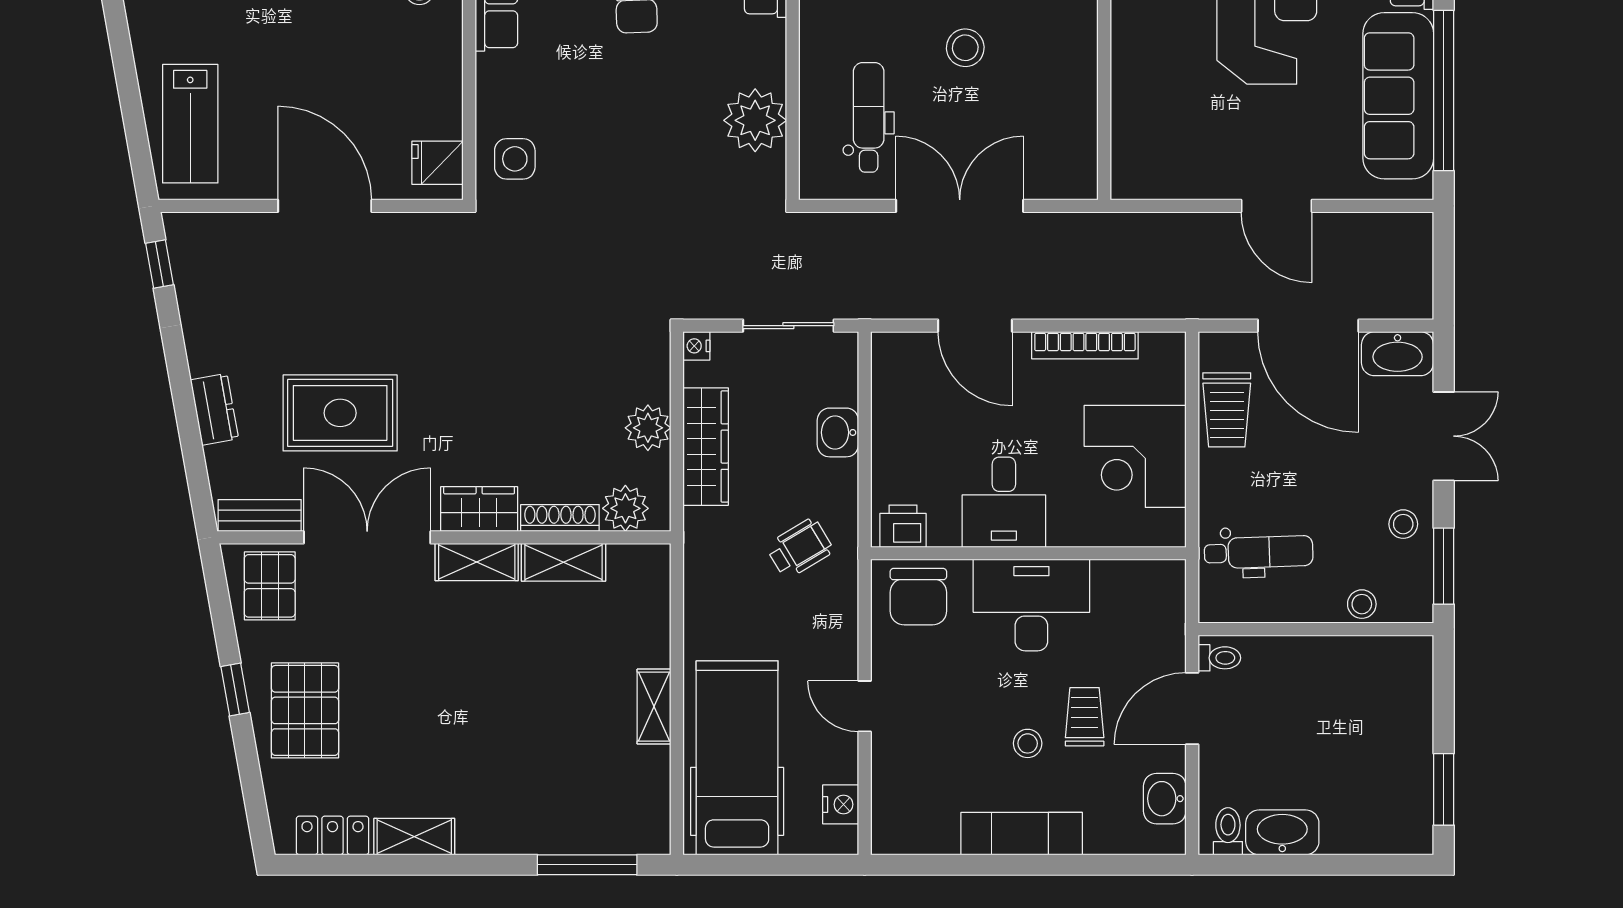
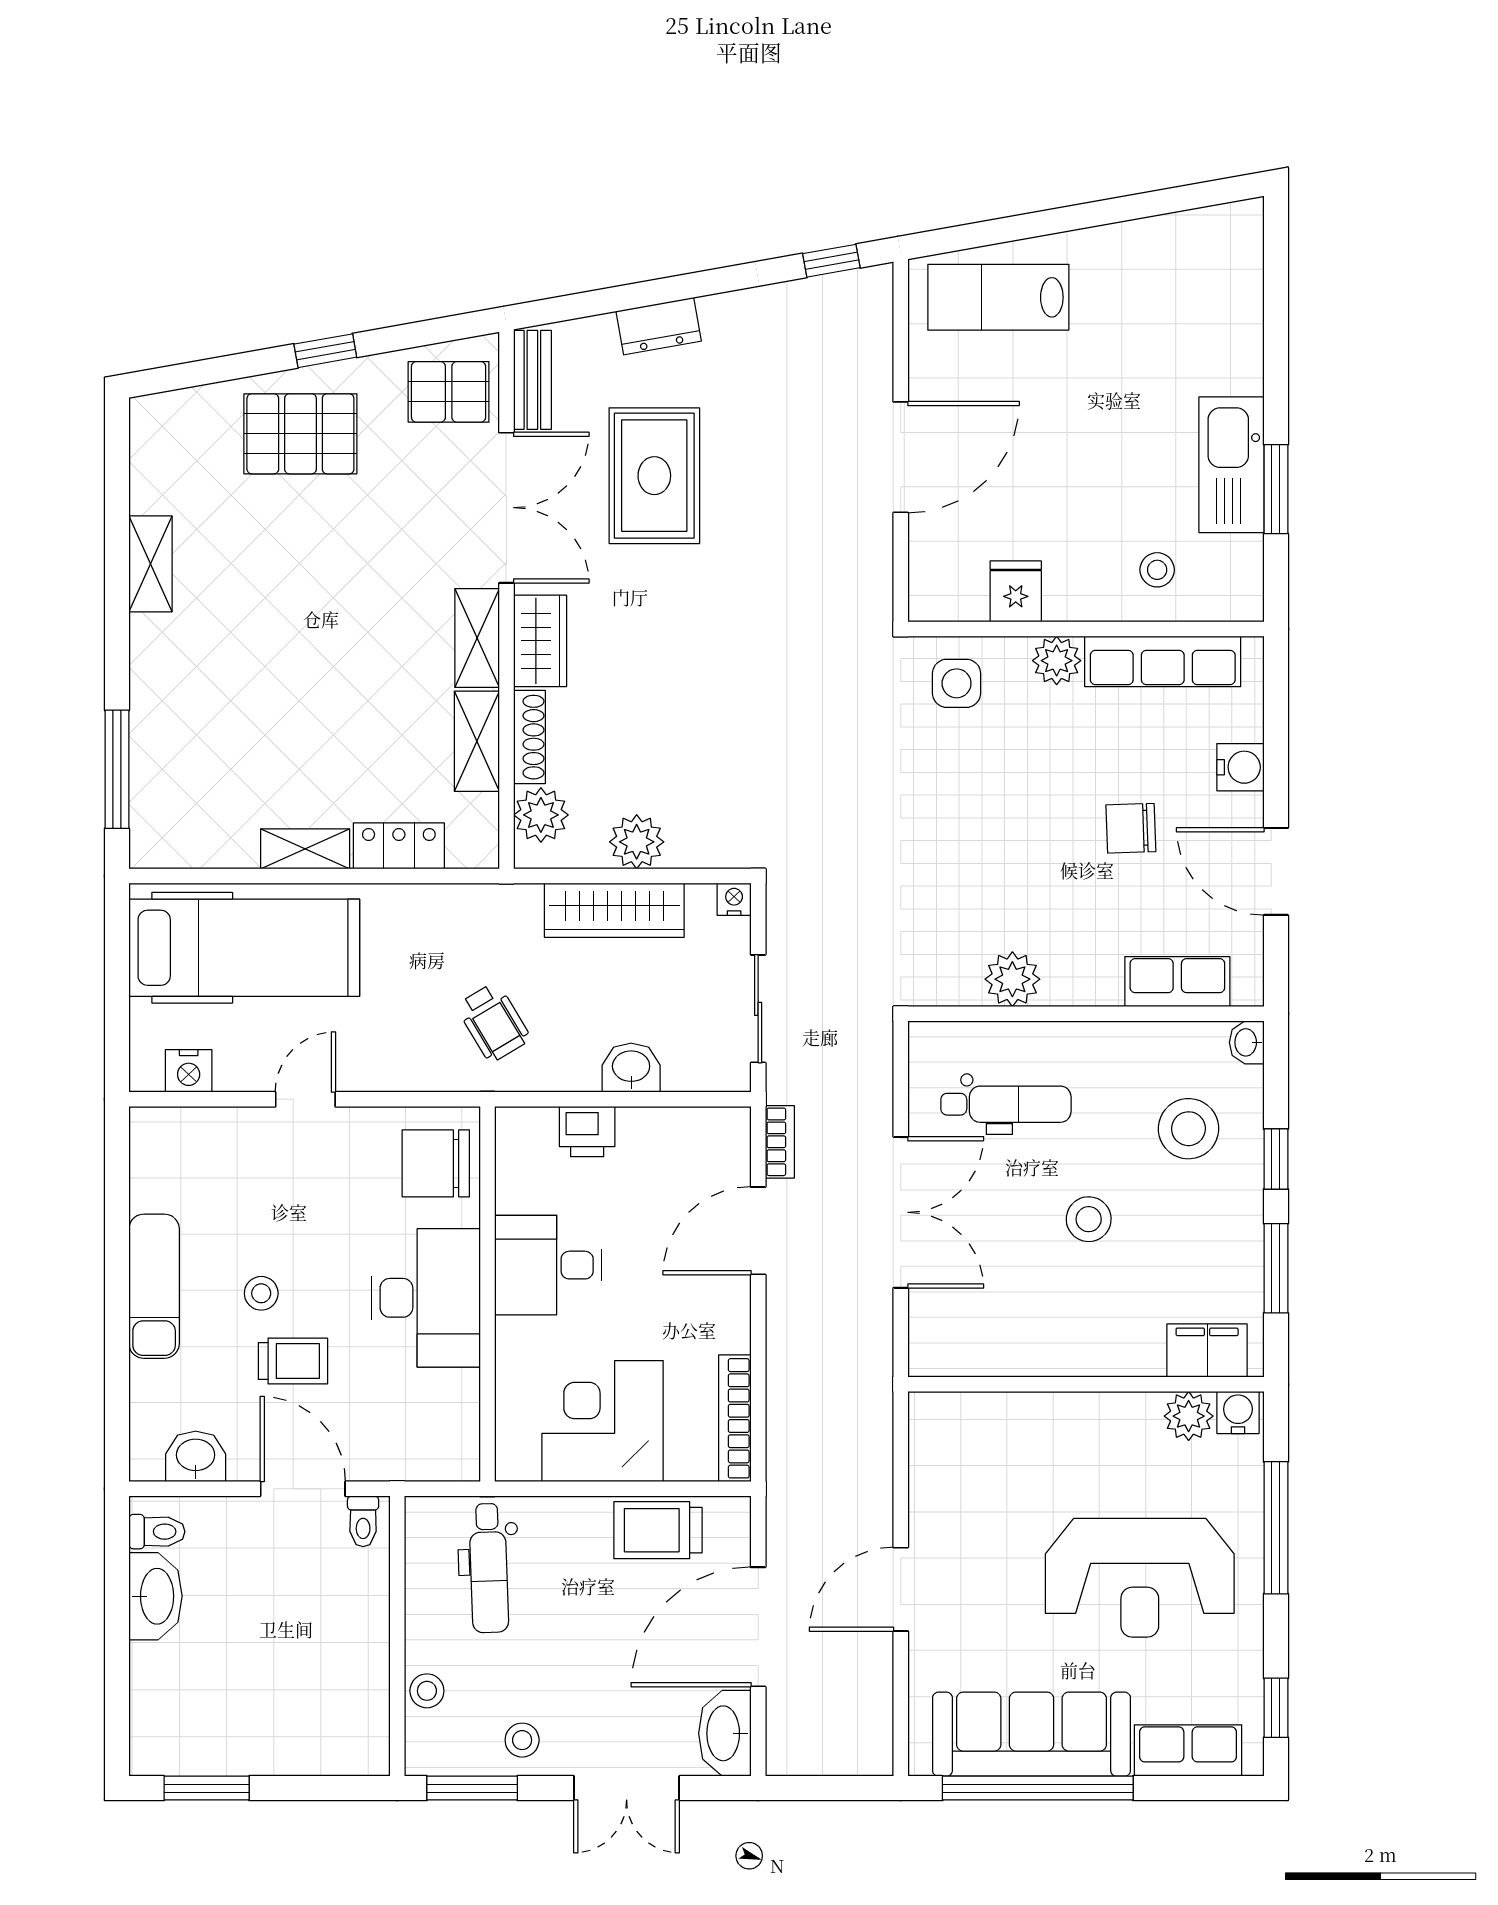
plant: (496, 75) -> (1057, 661), added
plant: (755, 120) -> (1012, 979), width x0.73, depth x0.73
fridge: (438, 163) -> (1016, 591), moved
bookcase: (900, 307) -> (780, 1142), added
bookcase: (1085, 345) -> (735, 1418), moved
printer: (903, 526) -> (587, 1132), moved, turned 90
locker: (332, 835) -> (399, 846), moved, turned -90

